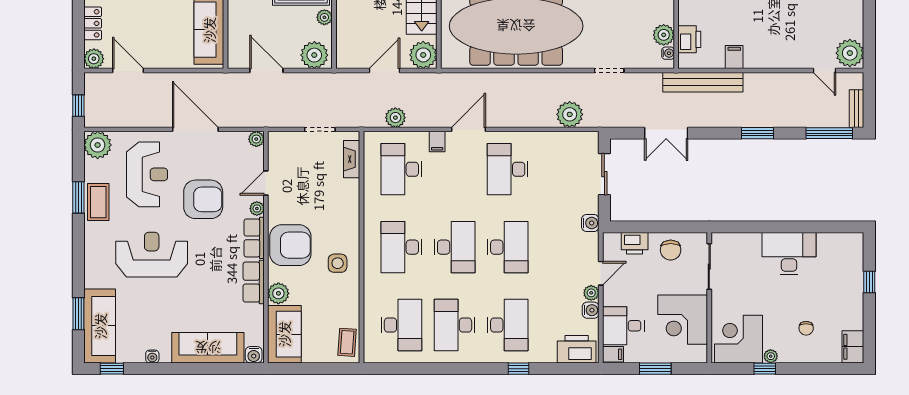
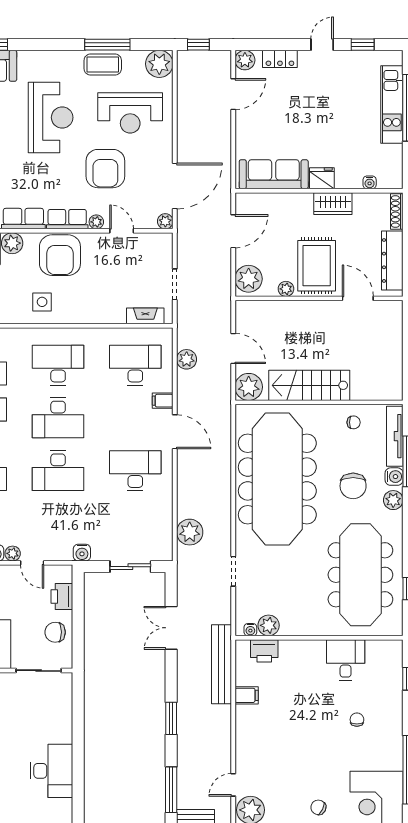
door: (195, 129) -> (175, 186), moved
window: (78, 197) -> (107, 45), width x1.44
desk: (789, 254) -> (52, 771), moved

